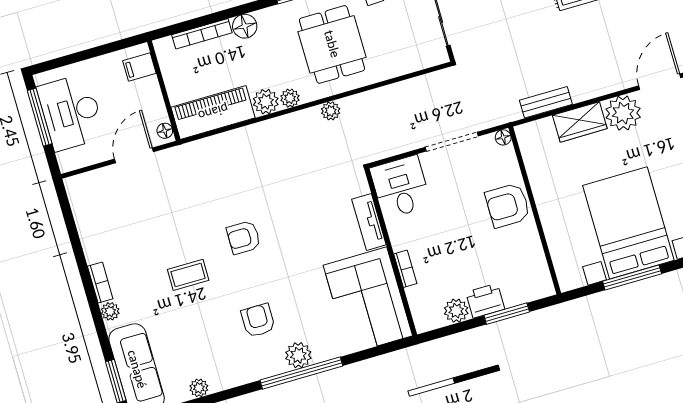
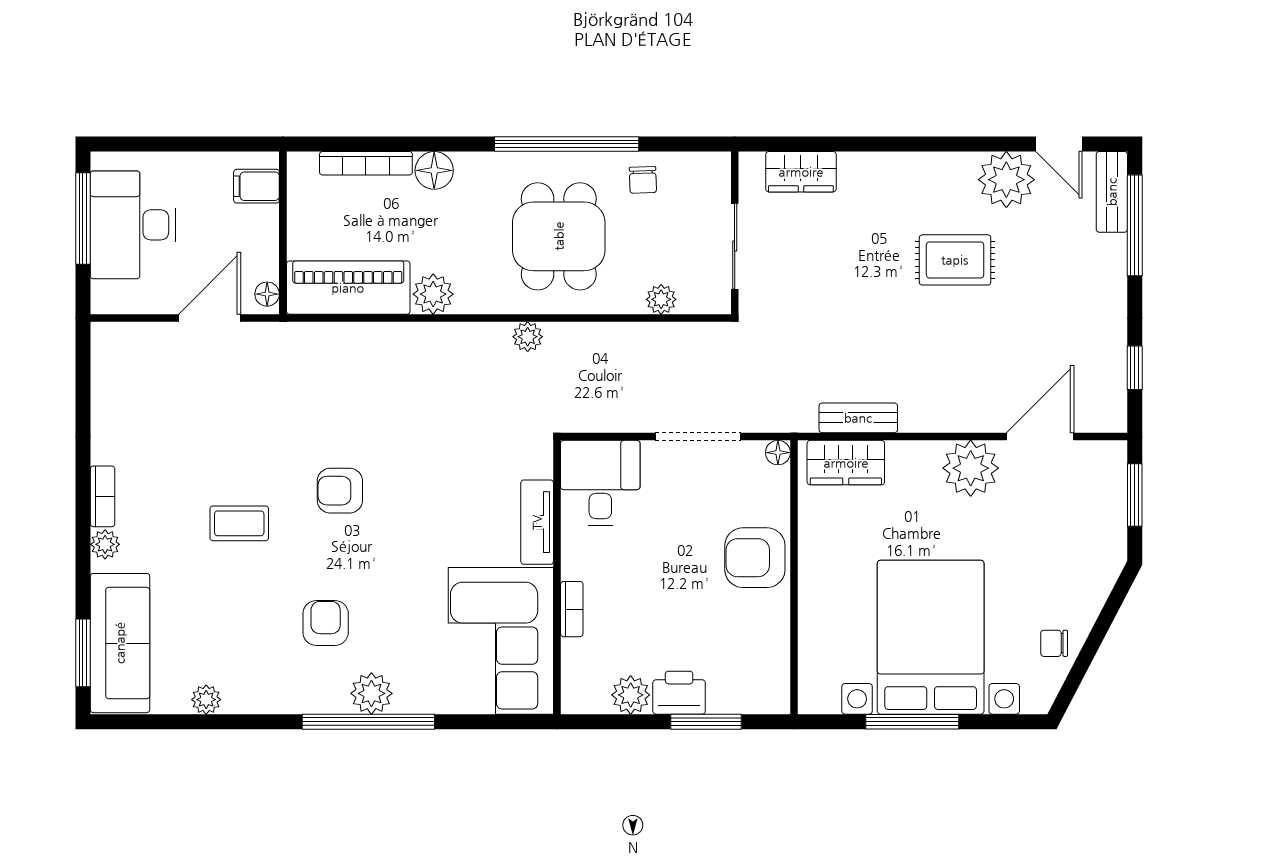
plant: (290, 98) -> (661, 299), moved
wardrobe: (580, 122) -> (846, 463), moved

